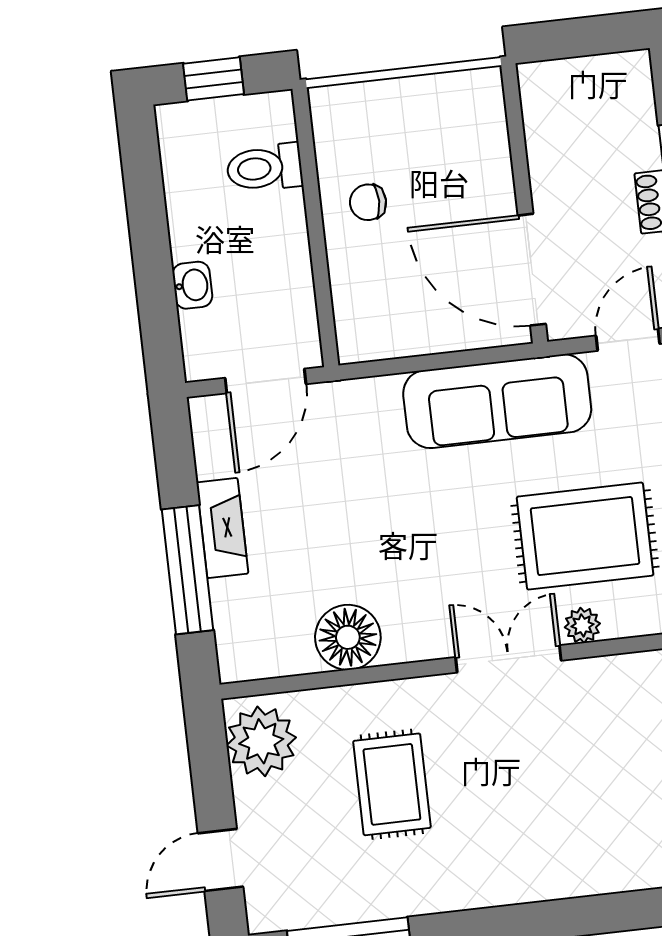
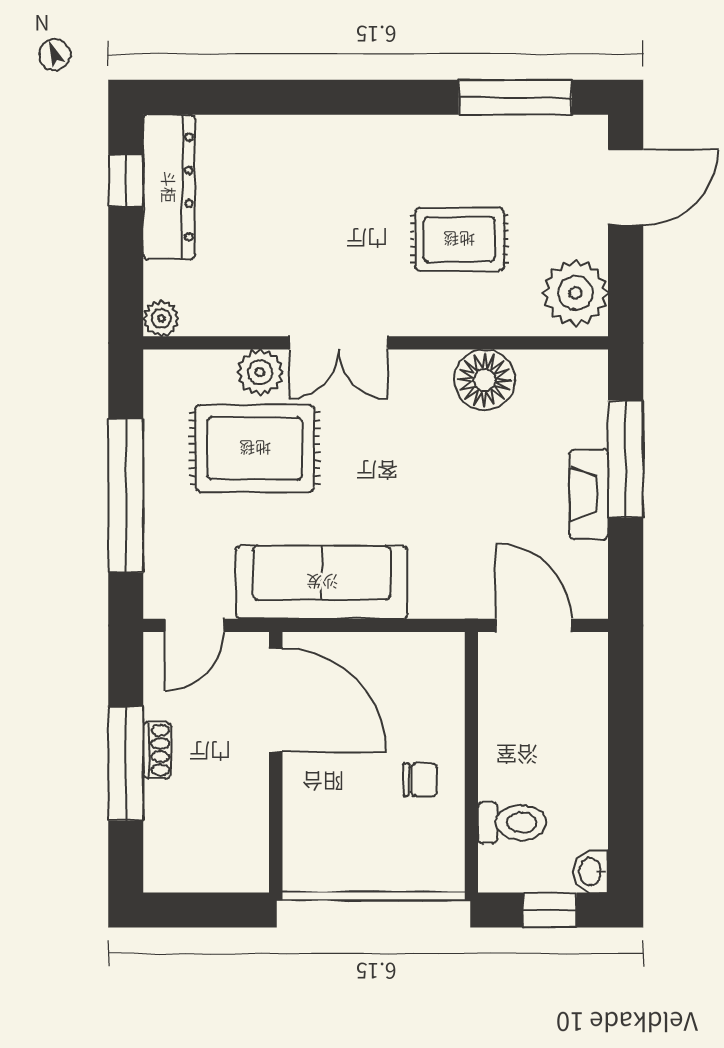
washbasin: (192, 285) -> (591, 871), moved
door: (265, 381) -> (534, 625), hinge flipped
plant: (582, 625) -> (260, 372), width x1.38, depth x1.38
rug: (392, 784) -> (459, 239), turned 90
door: (221, 860) -> (626, 187), width x1.38

